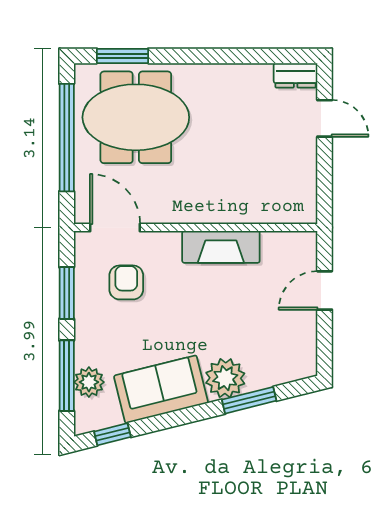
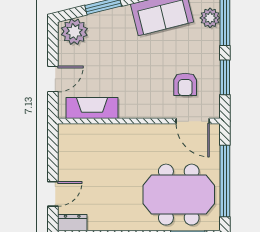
door: (325, 118) -> (53, 194), swing flipped
fireplace: (221, 247) -> (92, 108), moved
plant: (225, 378) -> (74, 32), moved

